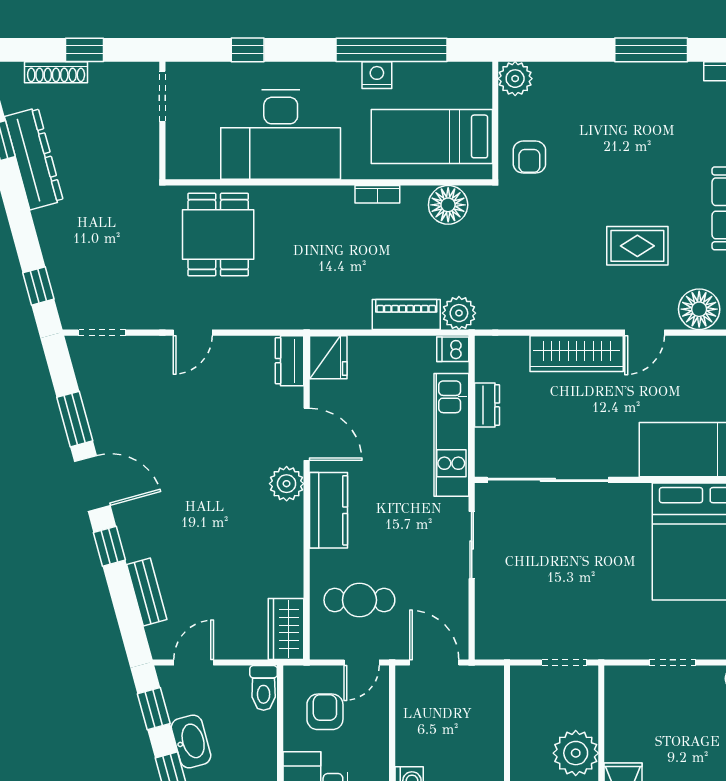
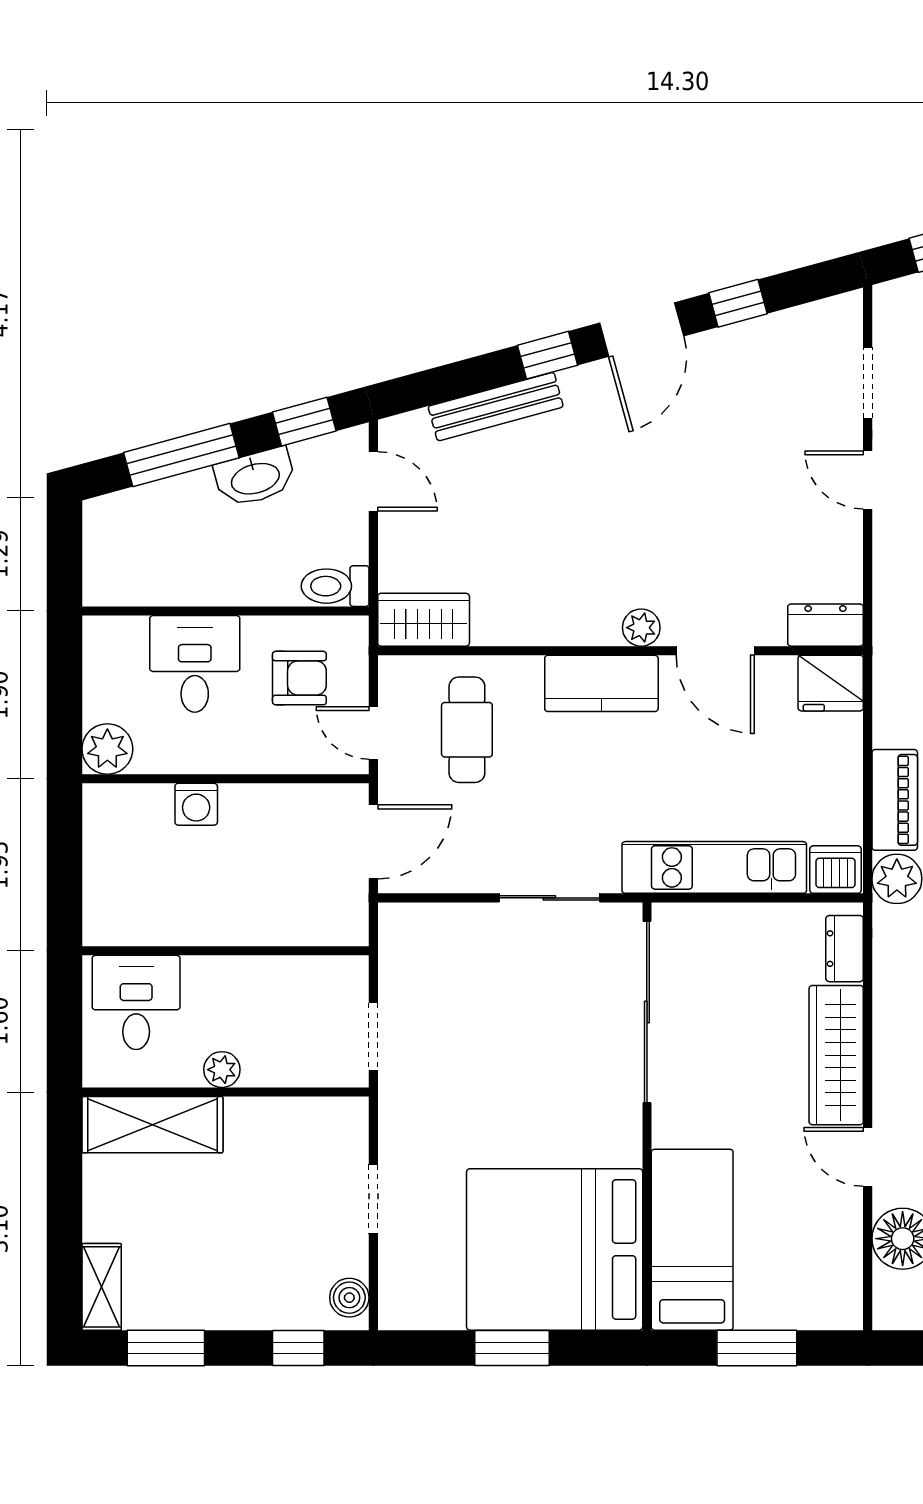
doorway: (102, 333) -> (868, 383), moved
dishwasher: (453, 349) -> (835, 870), width x1.38
dresser: (487, 405) -> (845, 949), moved, turned 90
window: (75, 419) -> (738, 303), width x0.67
door: (307, 434) -> (715, 651), hinge flipped
plant: (287, 484) -> (641, 628), width x0.73, depth x0.73
bench: (147, 592) -> (496, 407), width x1.36
plant: (576, 753) -> (222, 1070), width x0.53, depth x0.53

